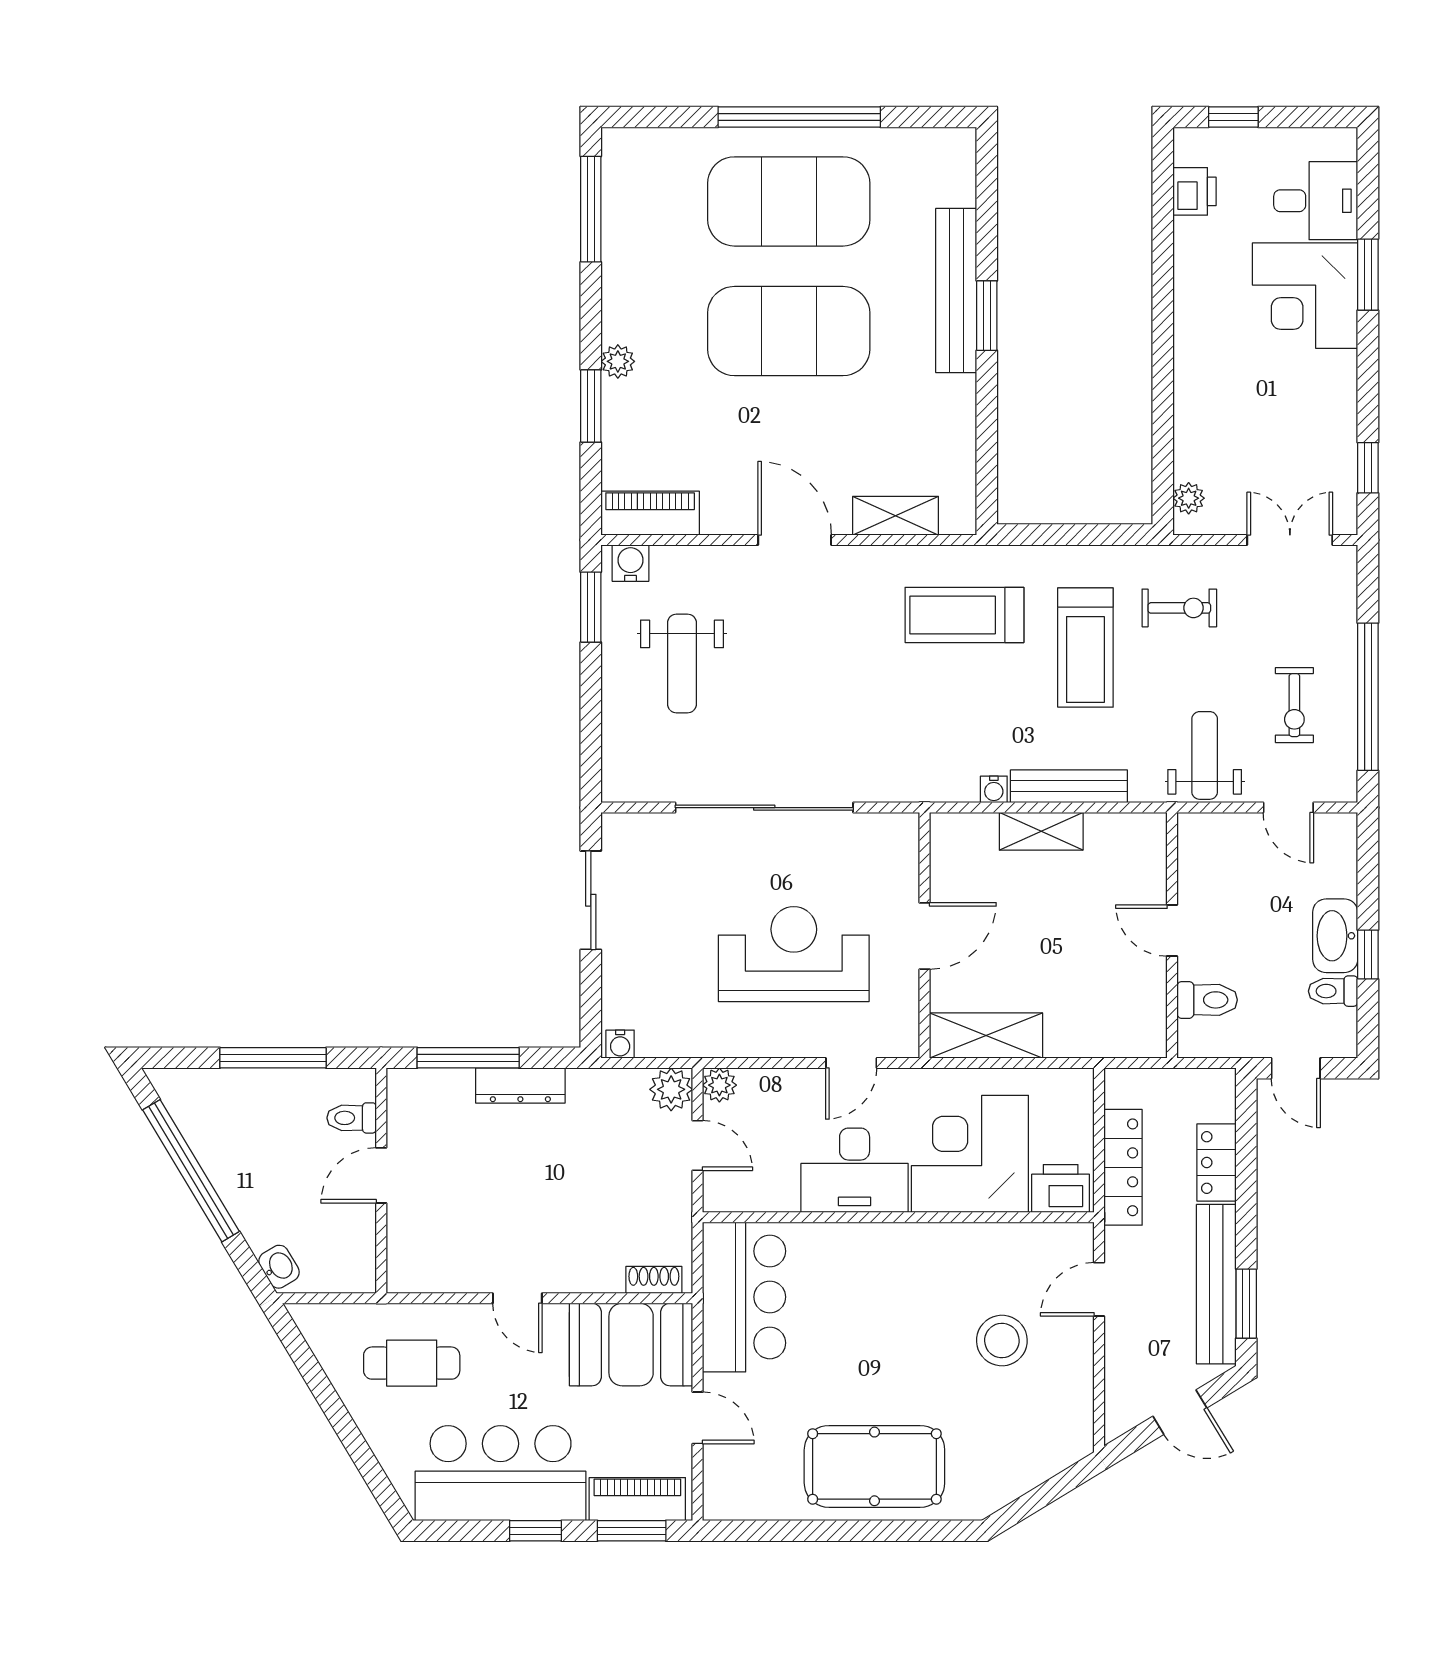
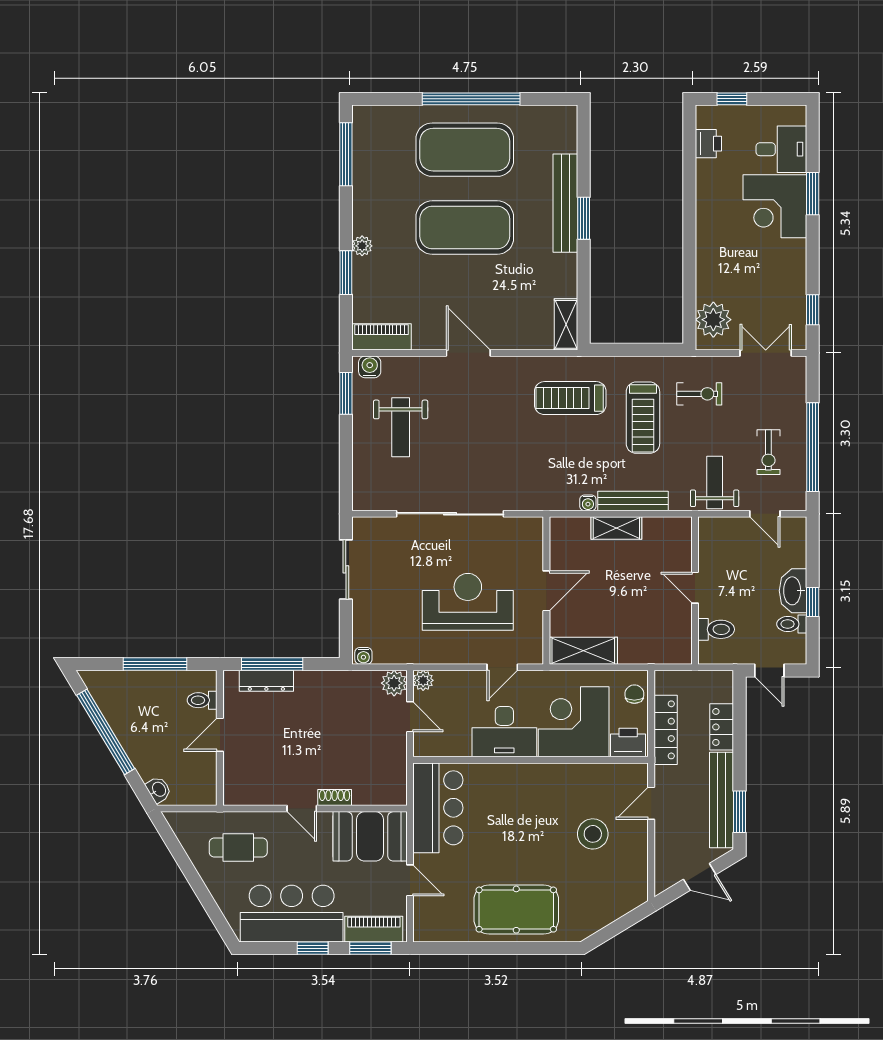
plant: (1189, 498) -> (713, 320), width x1.87, depth x1.87
shelving: (896, 516) -> (566, 324), moved, turned 90
dresser: (520, 1085) -> (266, 681), moved
chair: (1071, 1108) -> (634, 694), added
shoe rack: (654, 1280) -> (335, 797), moved

